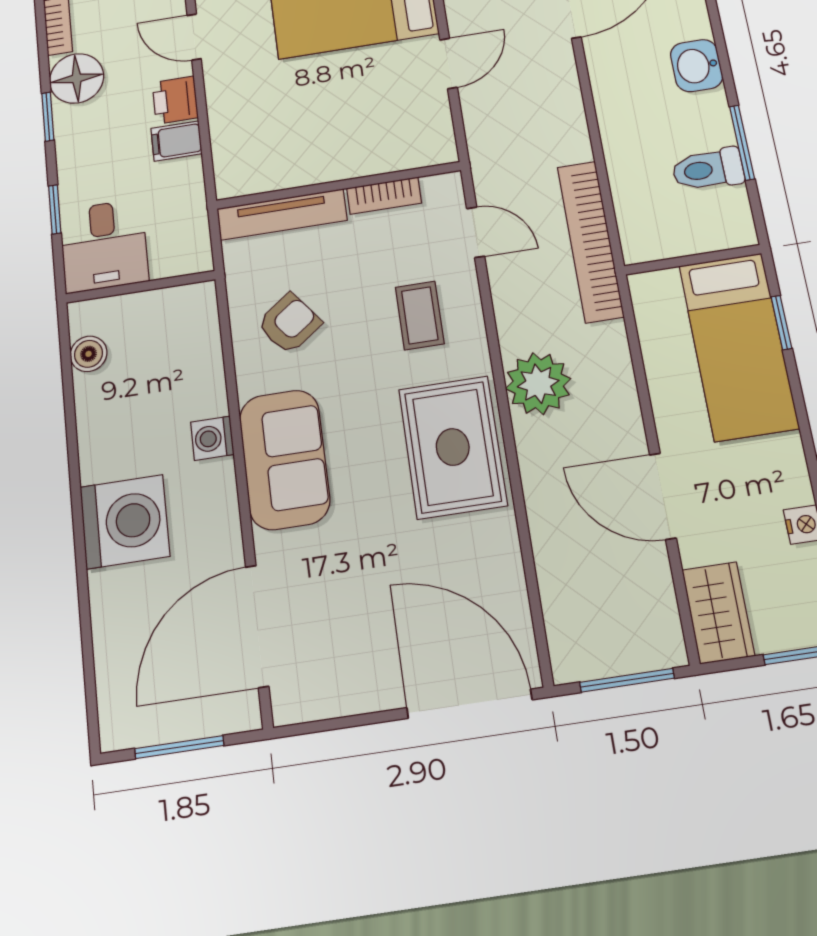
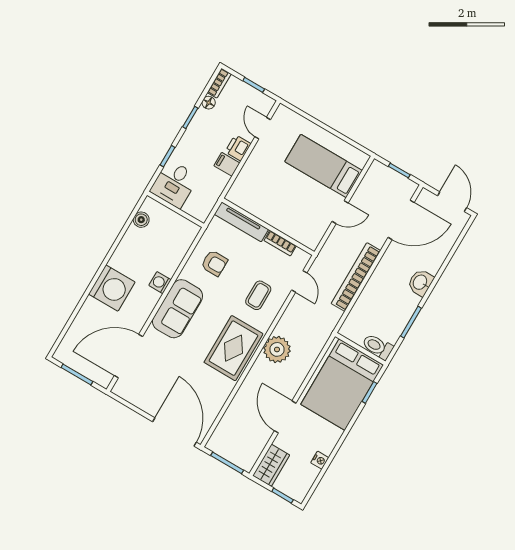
floor lamp: (77, 78) -> (209, 103), width x0.53, depth x0.53
toilet: (708, 169) -> (378, 347), moved
bookcase: (590, 241) -> (356, 277), moved
armchair: (289, 323) -> (214, 263), turned 37
bed: (738, 346) -> (342, 385), width x1.50

